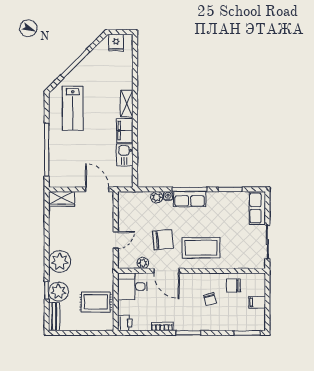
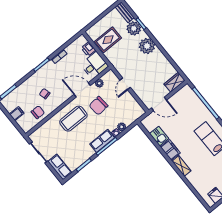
printer: (125, 323) -> (88, 49), moved

